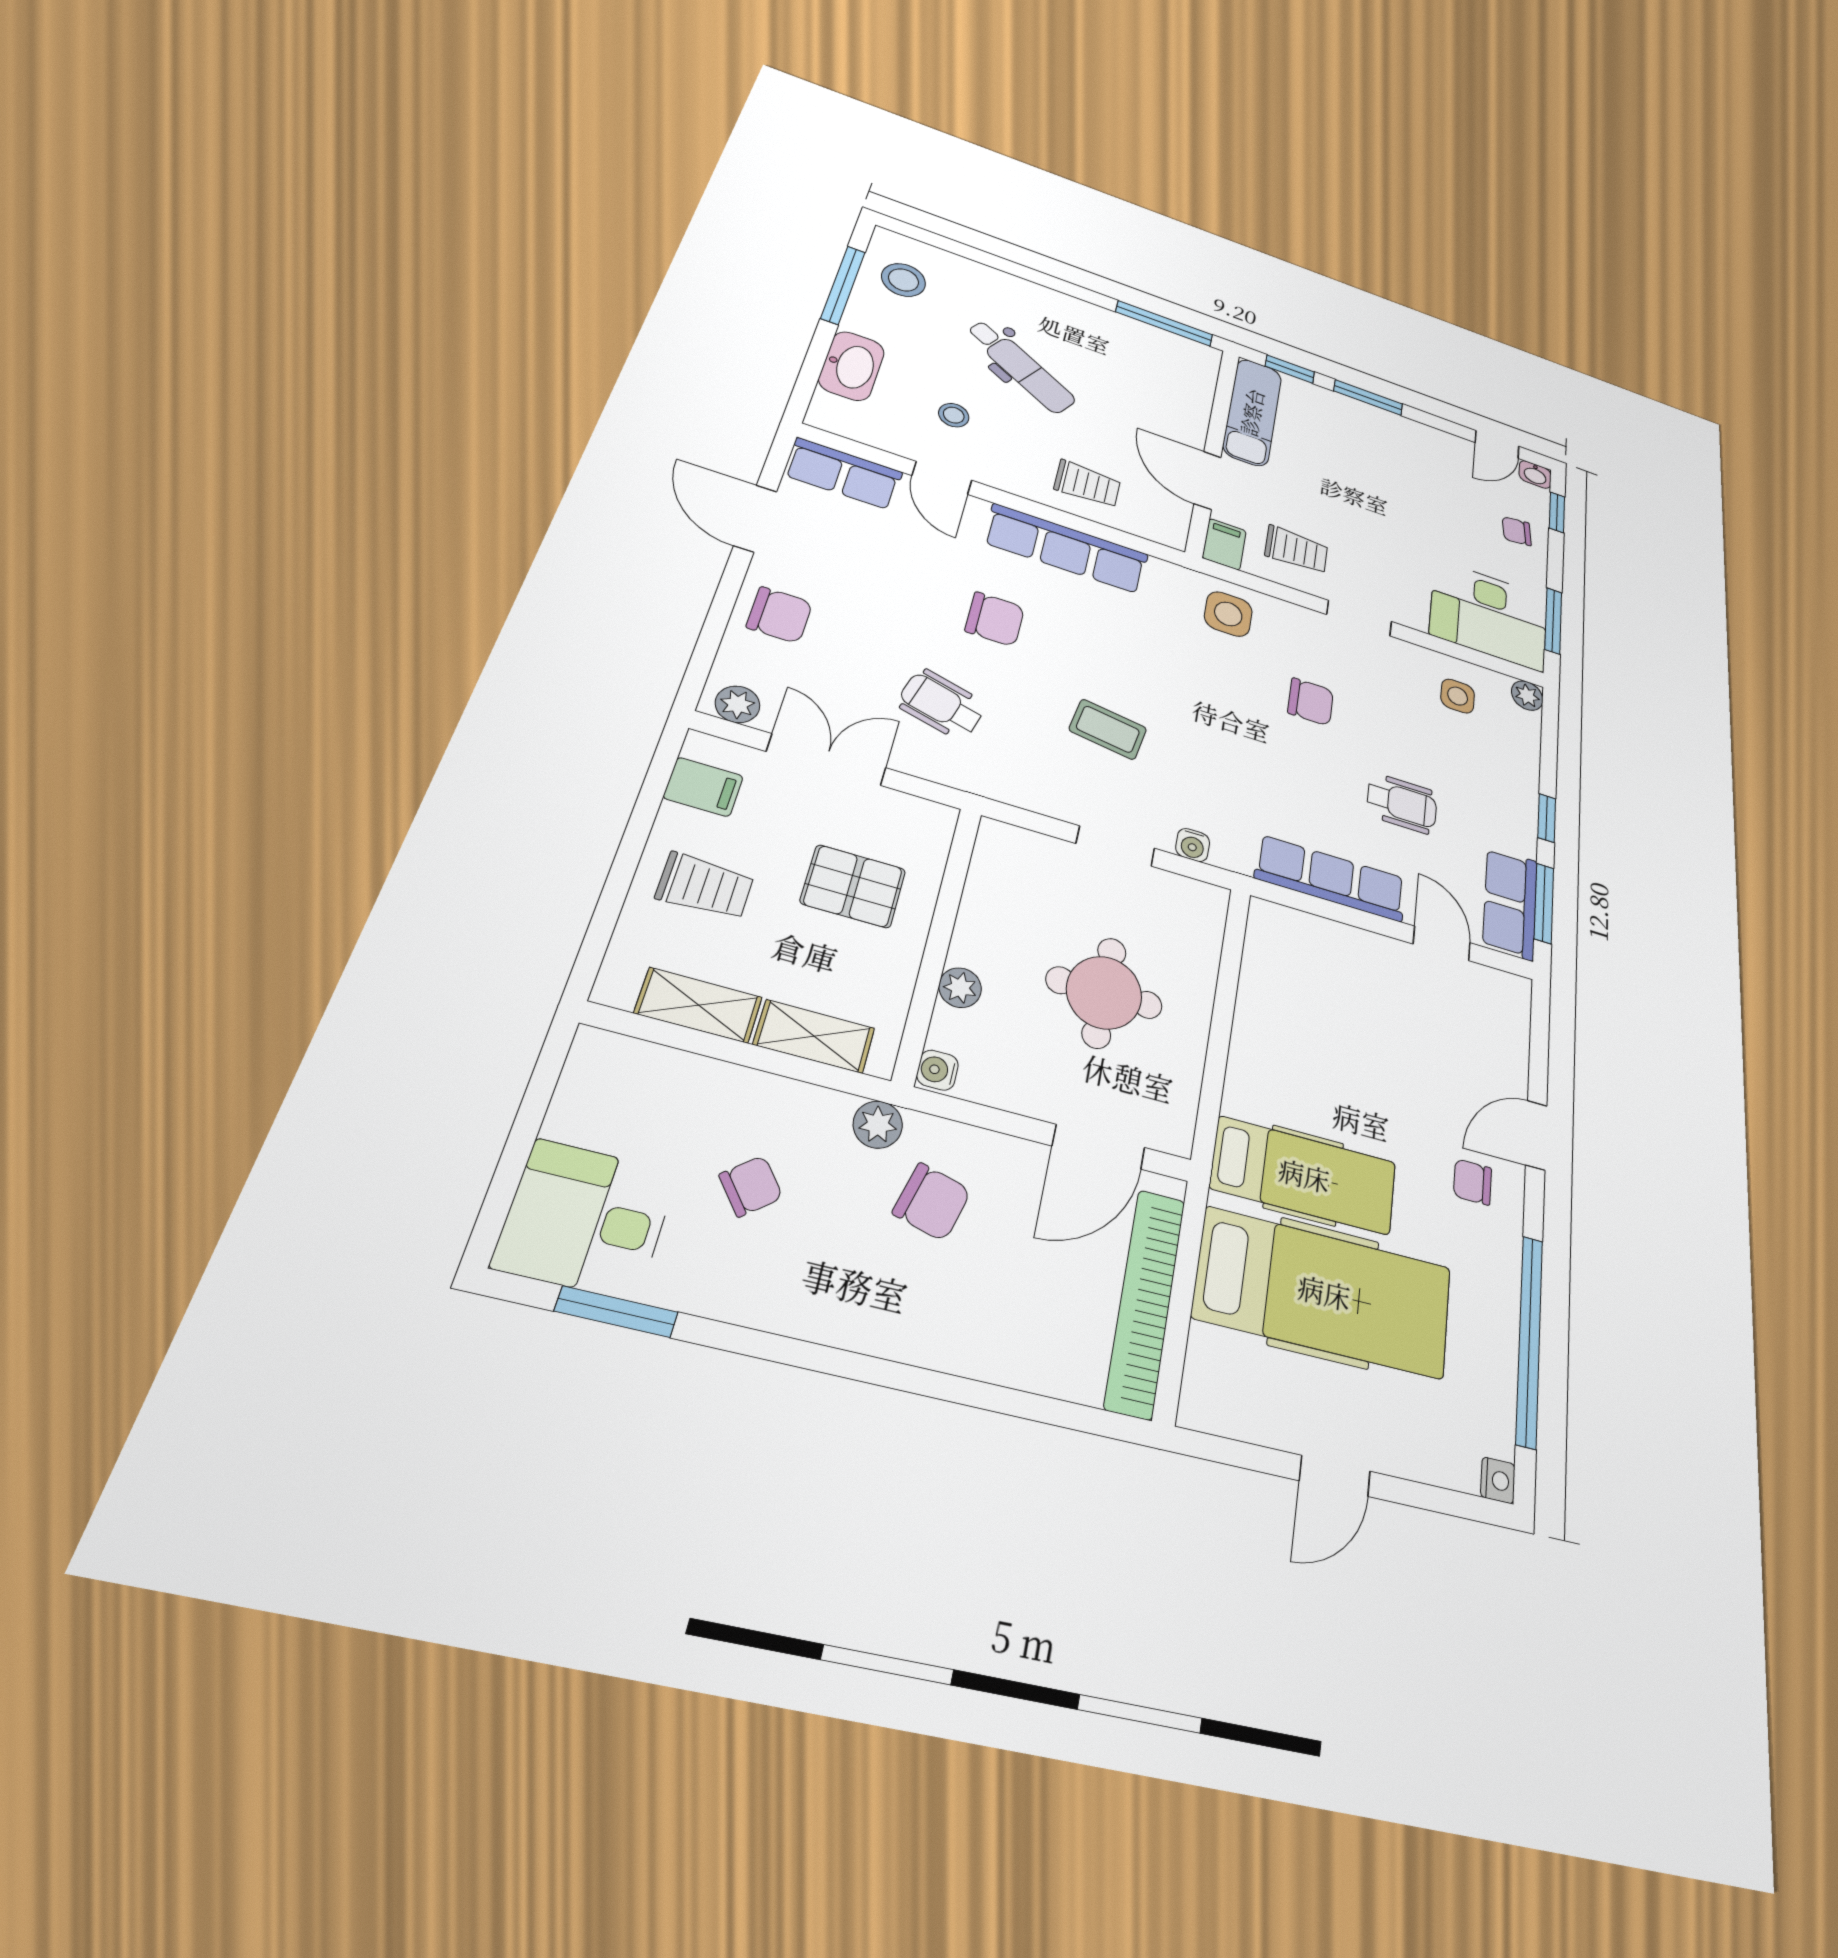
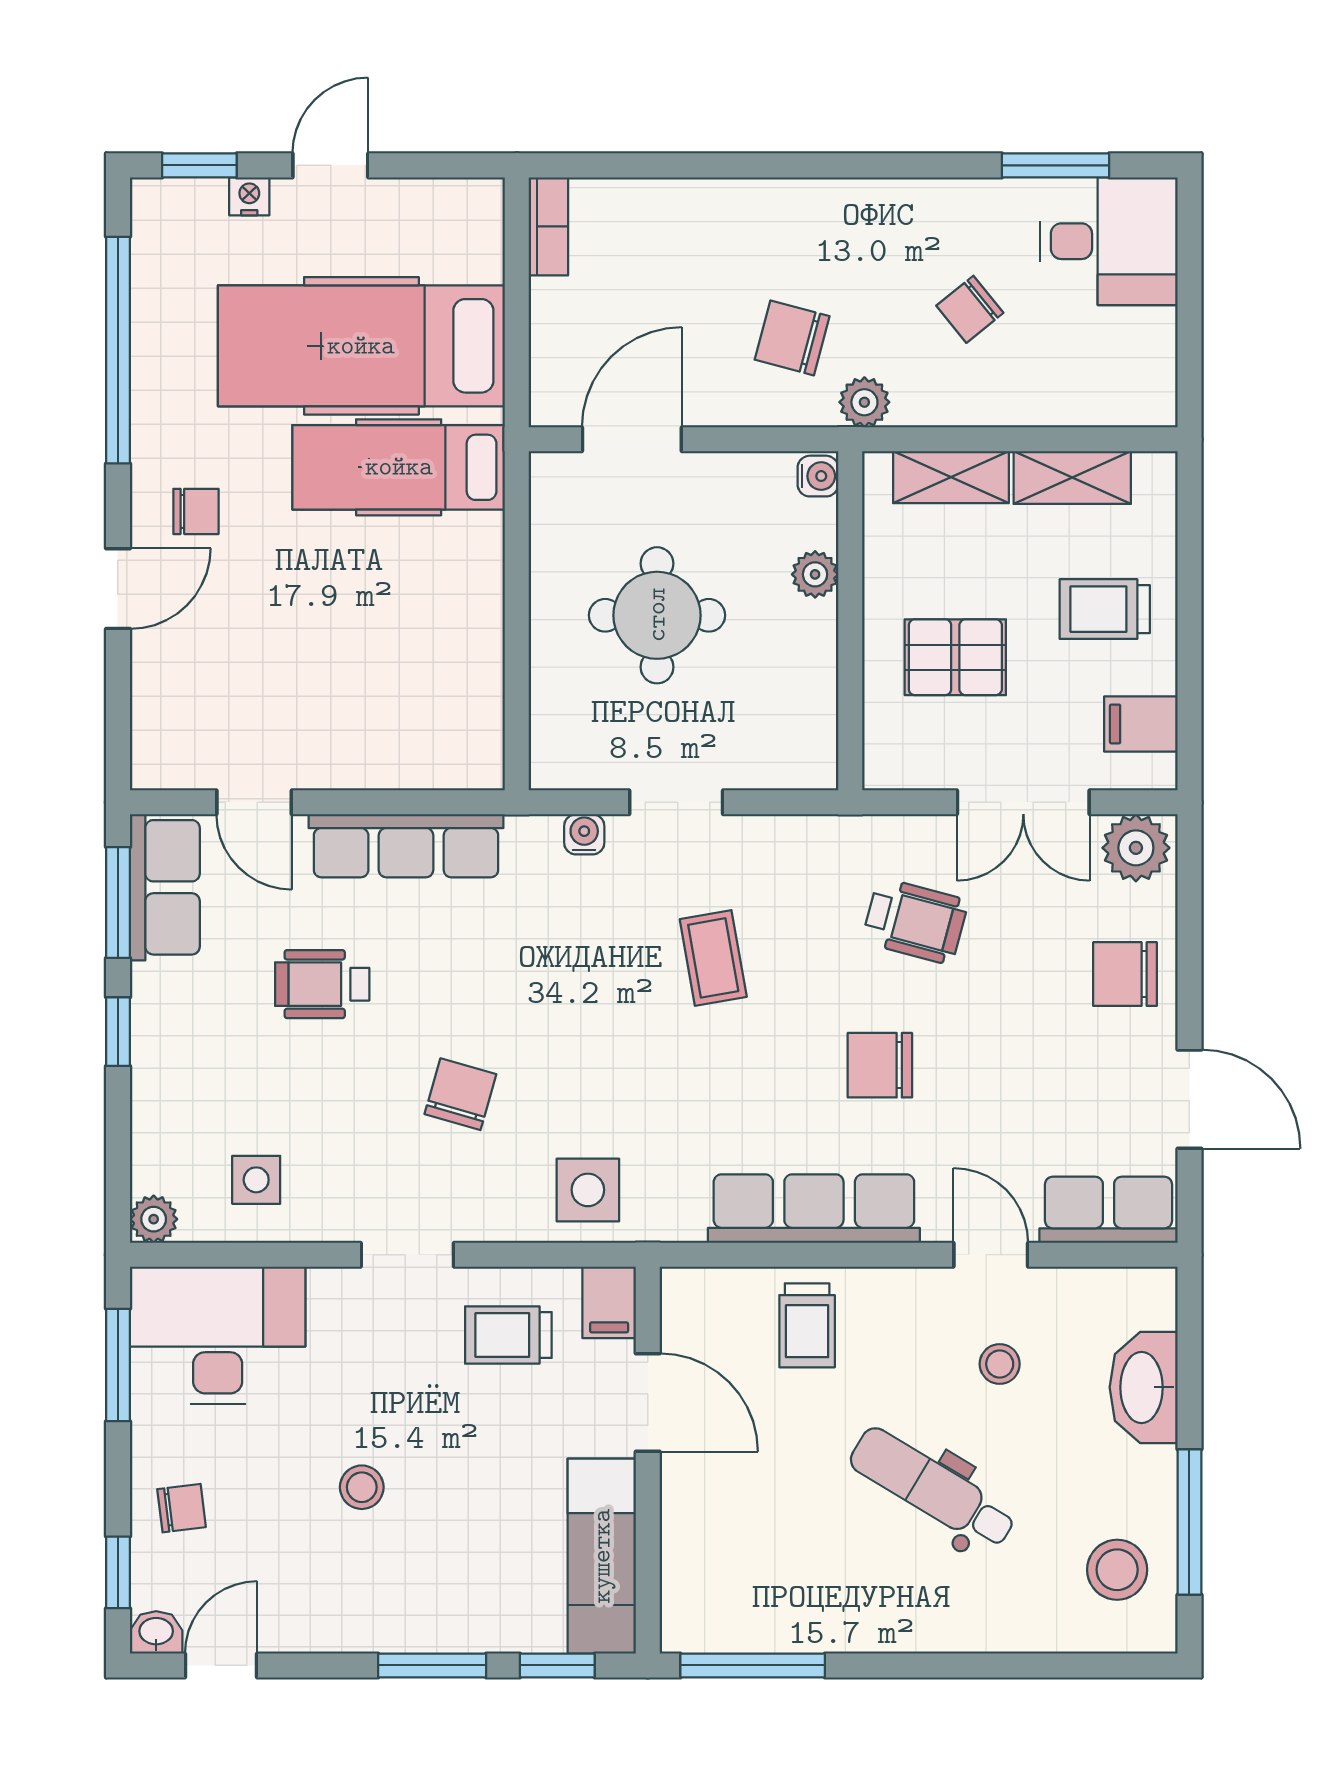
trolley: (1087, 484) -> (807, 1325), turned -90
stool: (1403, 502) -> (362, 1487), added
chair: (1311, 702) -> (460, 1094), turned 106
plant: (738, 704) -> (1136, 848), width x1.38, depth x1.38
coffee table: (1108, 729) -> (713, 958), turned 71
bookcase: (1145, 1302) -> (548, 226), width x0.43, depth x0.76
nightstand: (1498, 1480) -> (249, 196), moved, turned 90
window: (1452, 1503) -> (199, 165), added

